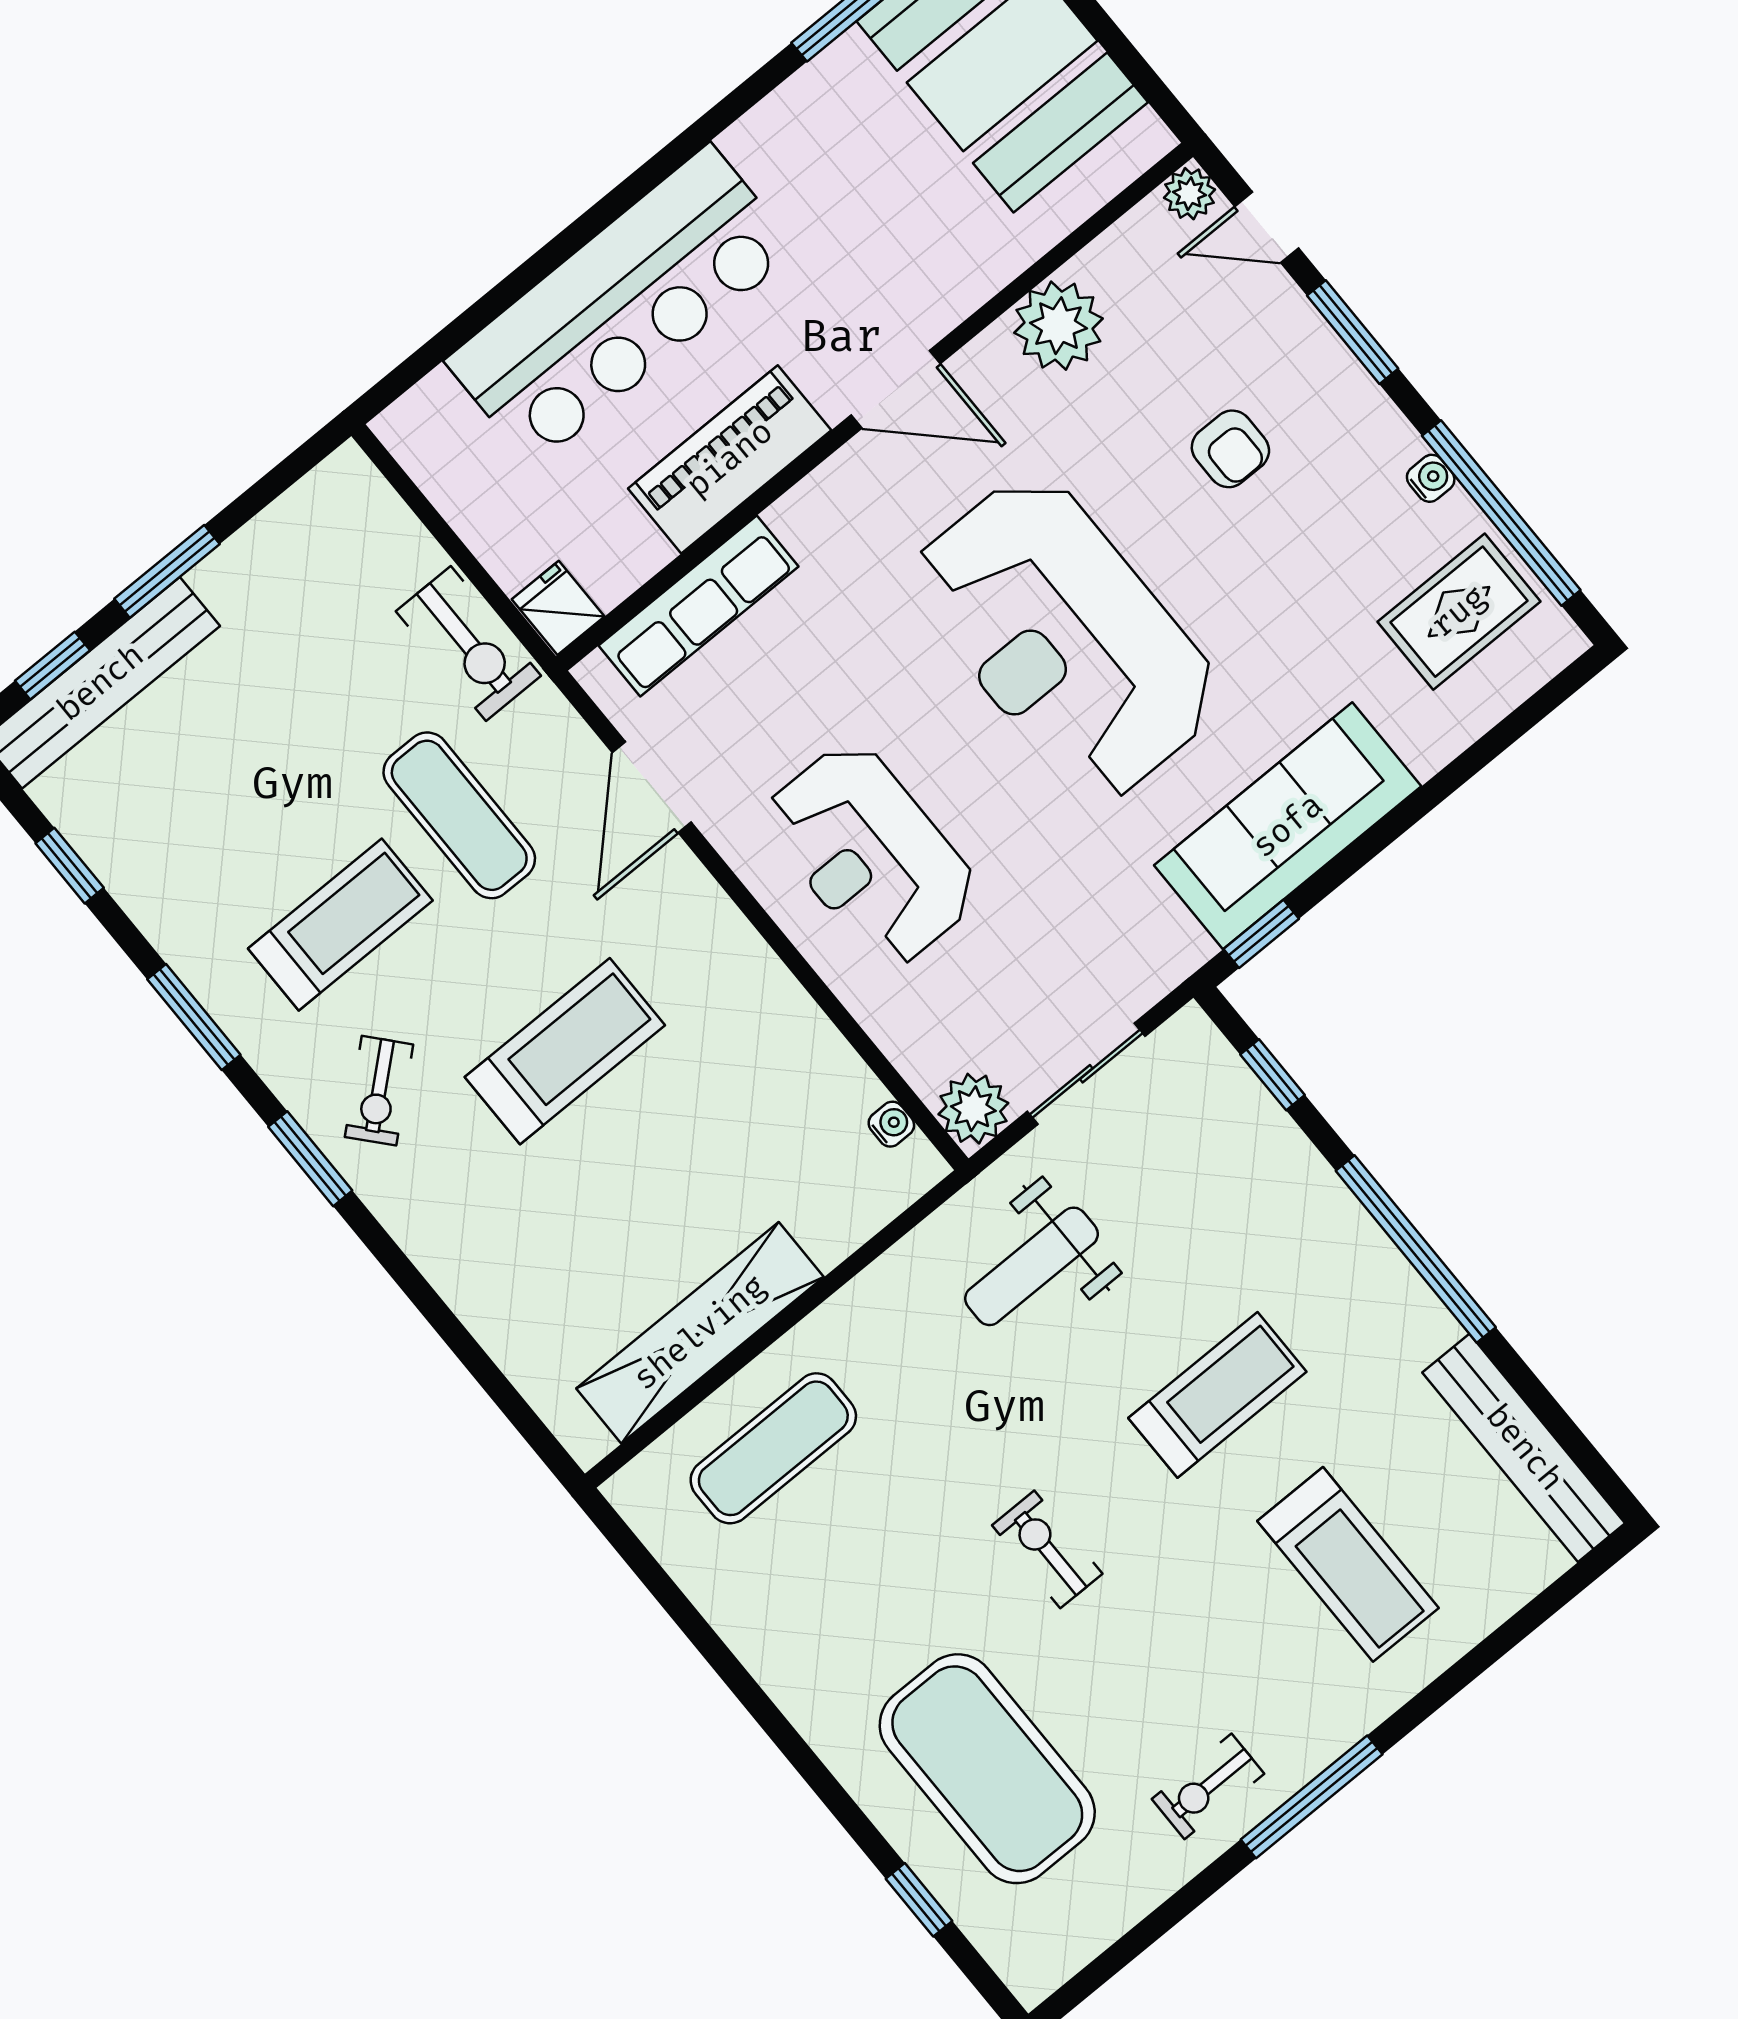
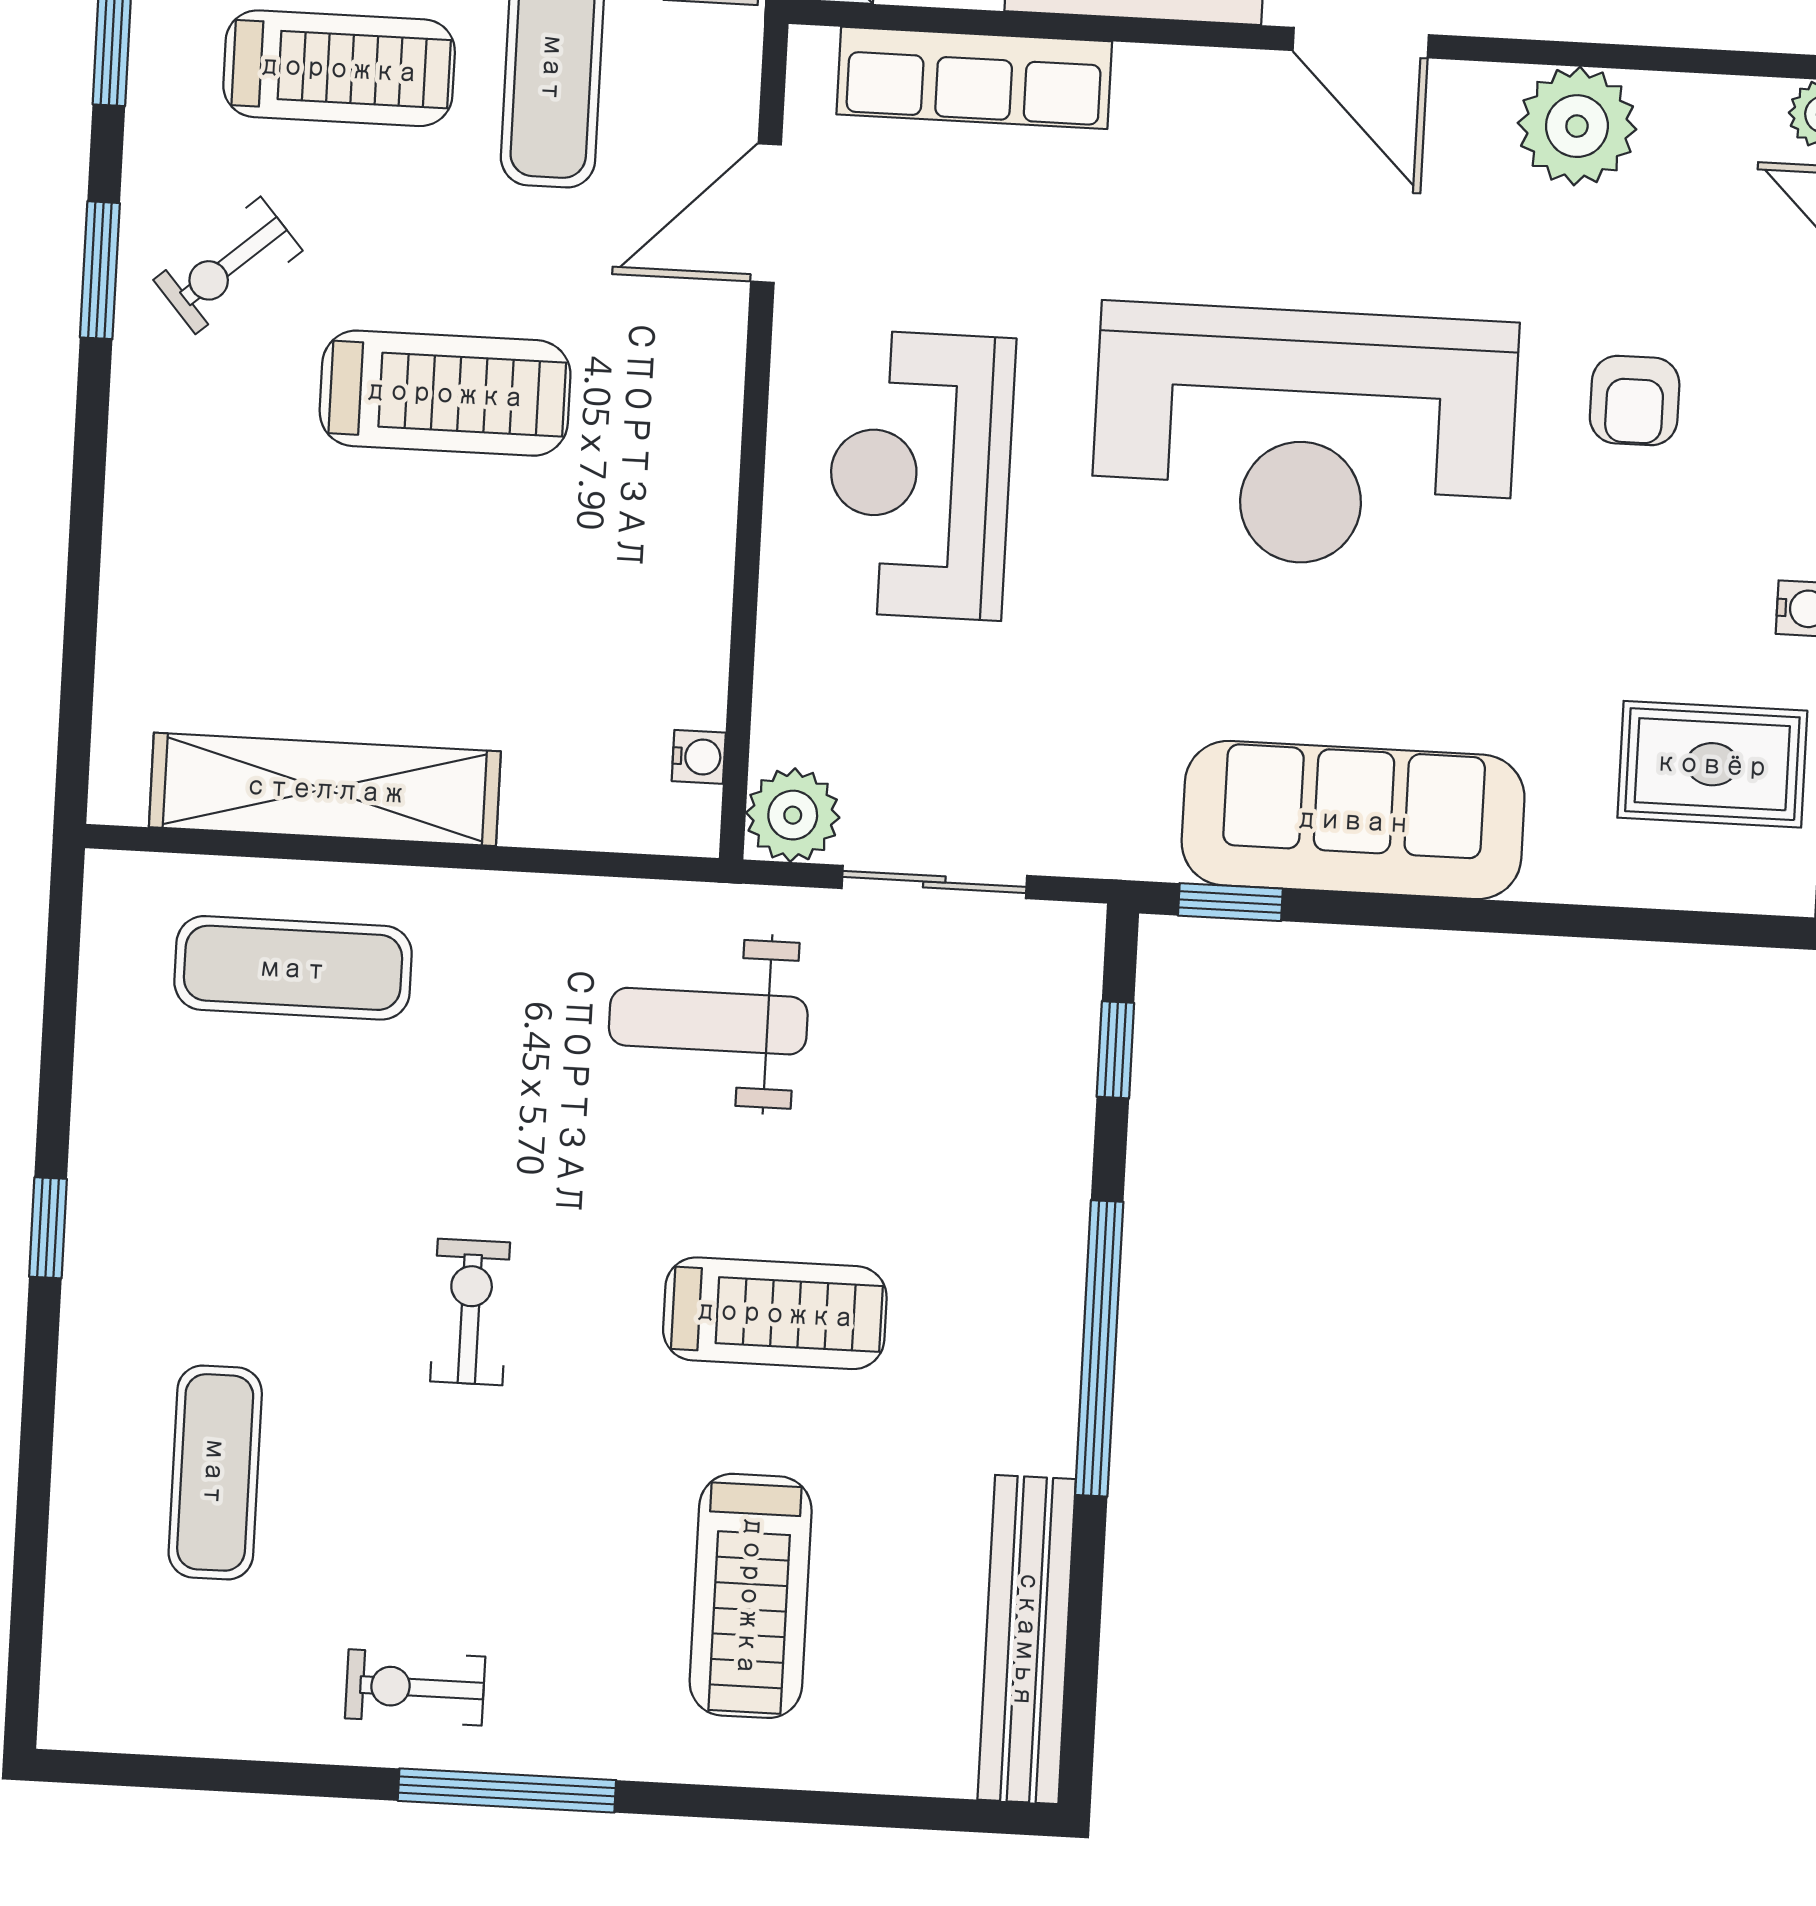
reception desk: (1065, 638) -> (1304, 437), turned -90
exercise mat: (987, 1769) -> (215, 1472), width x0.50, depth x0.69
window: (919, 1900) -> (48, 1228), moved

